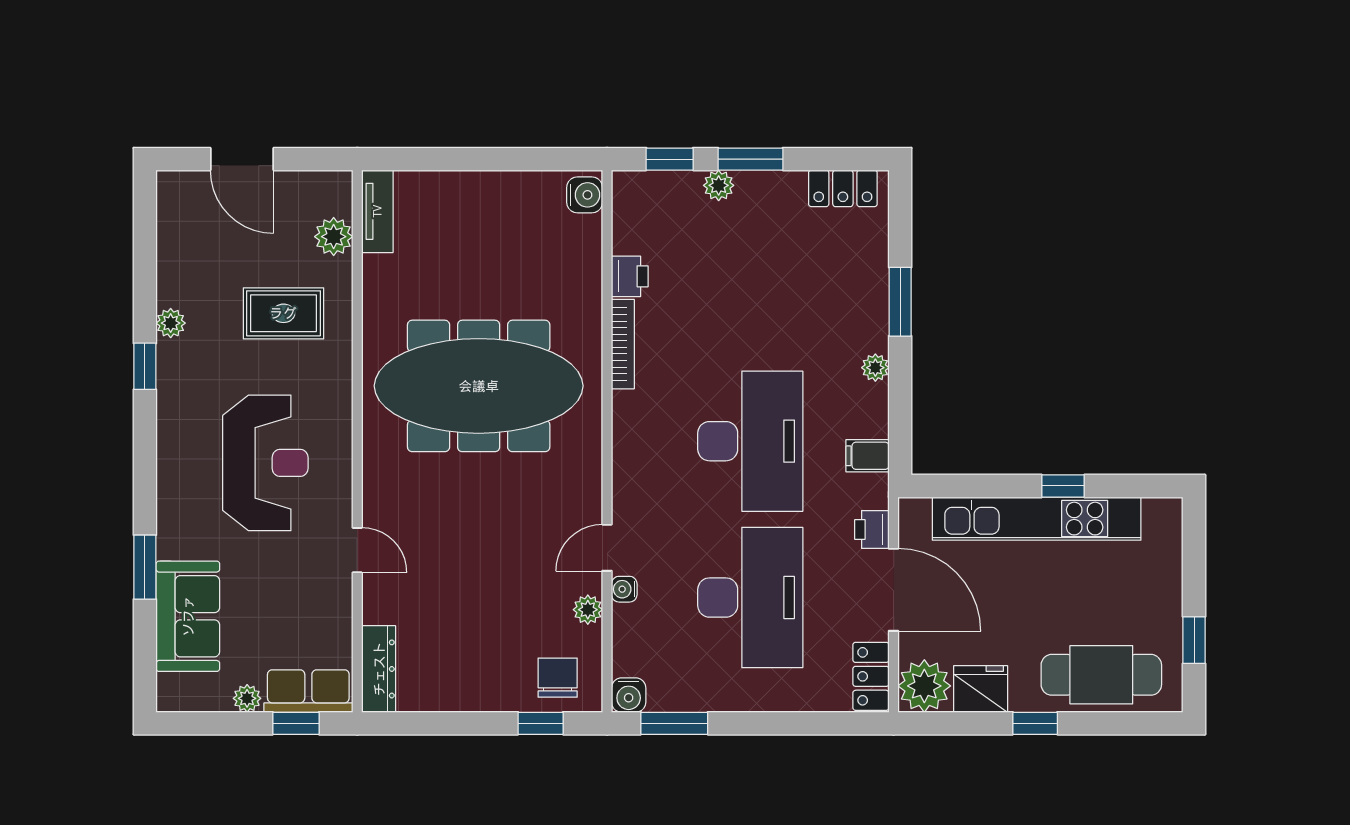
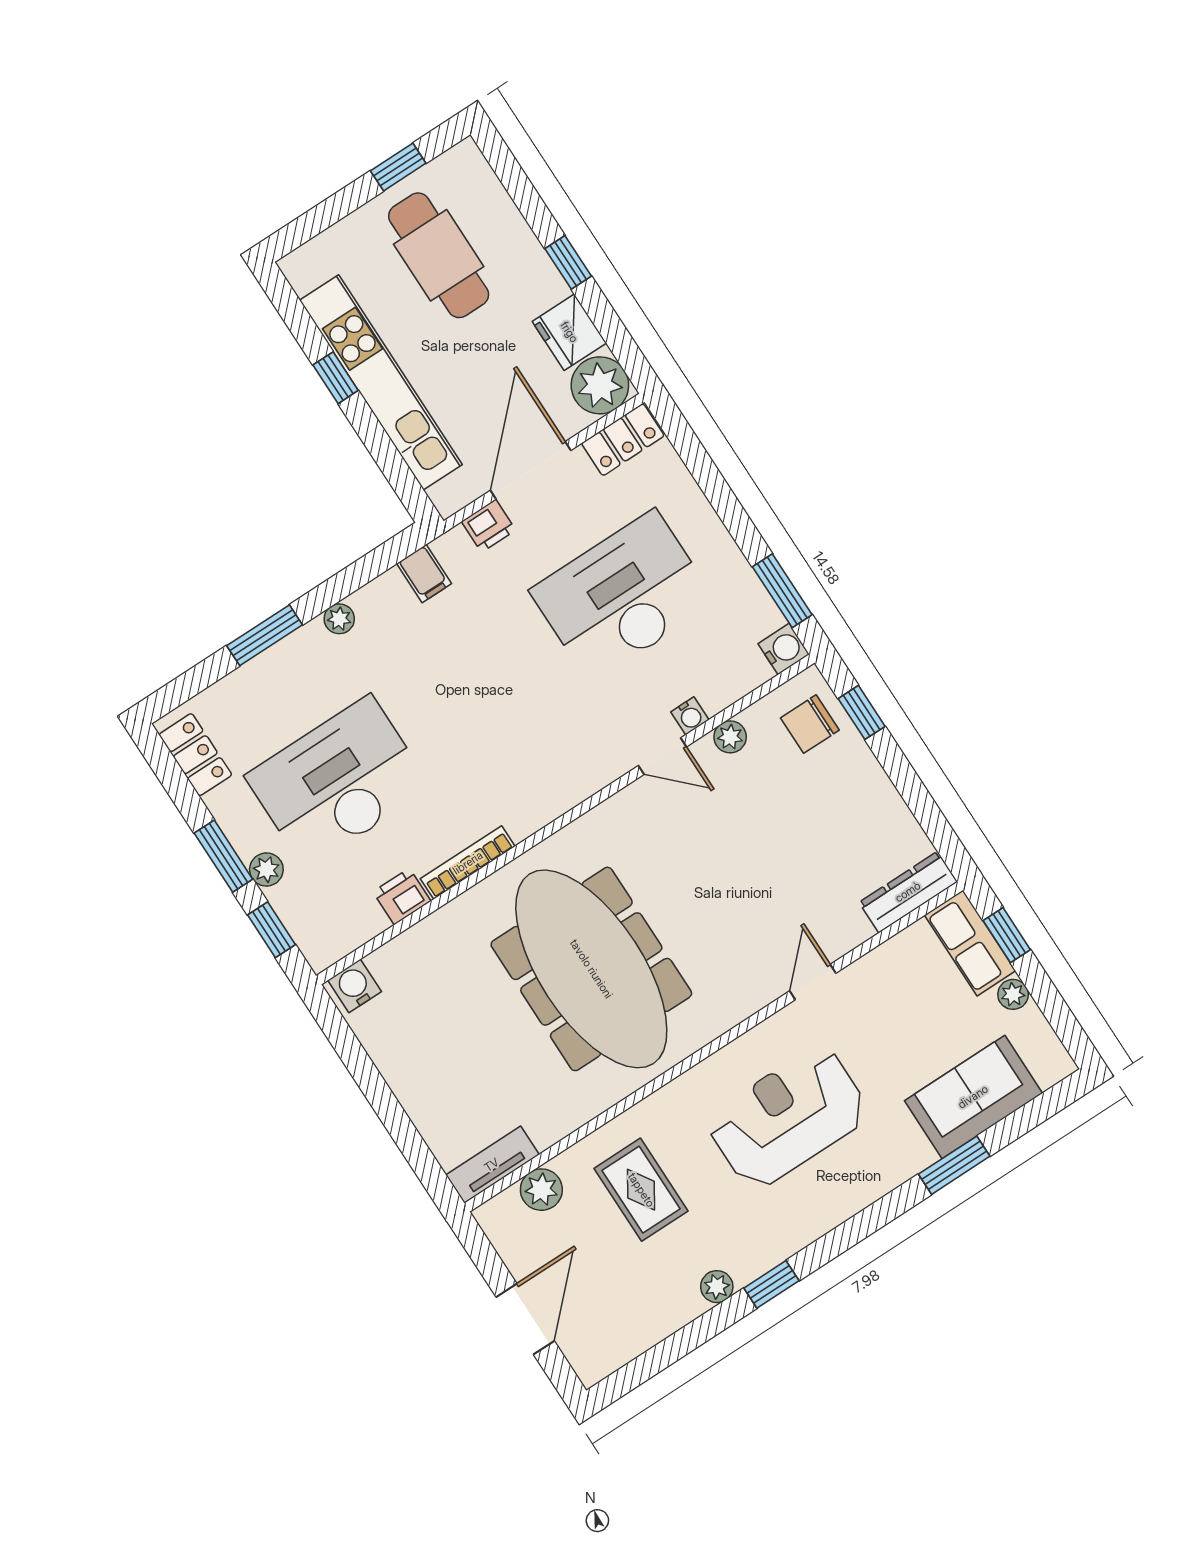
desk: (750, 441) -> (338, 782), moved
cafe table: (1101, 675) -> (439, 255), moved

